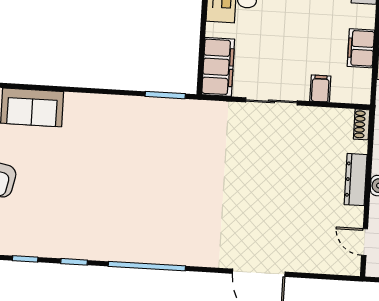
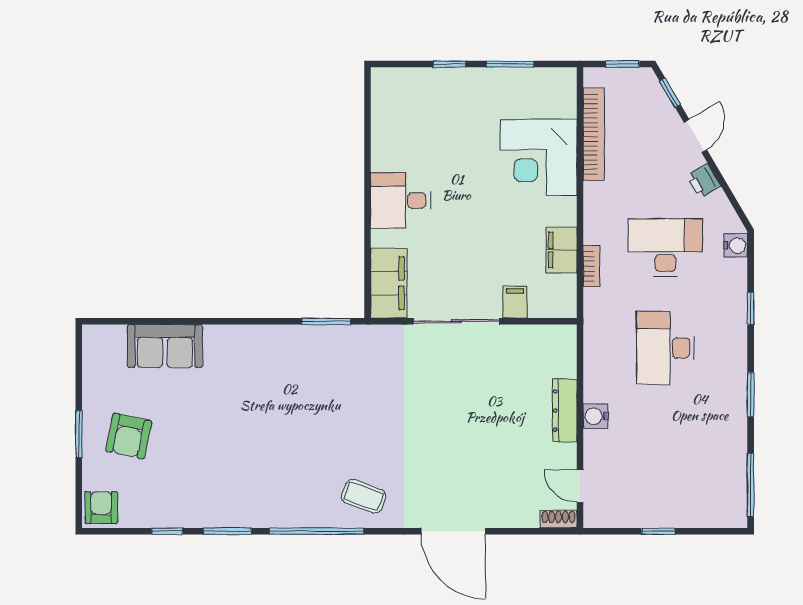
sliding door: (271, 101) -> (456, 321), width x1.37
shoe rack: (362, 124) -> (558, 519), moved, turned 90
coffee table: (187, 240) -> (364, 496), added
window: (74, 262) -> (227, 531), width x1.50

